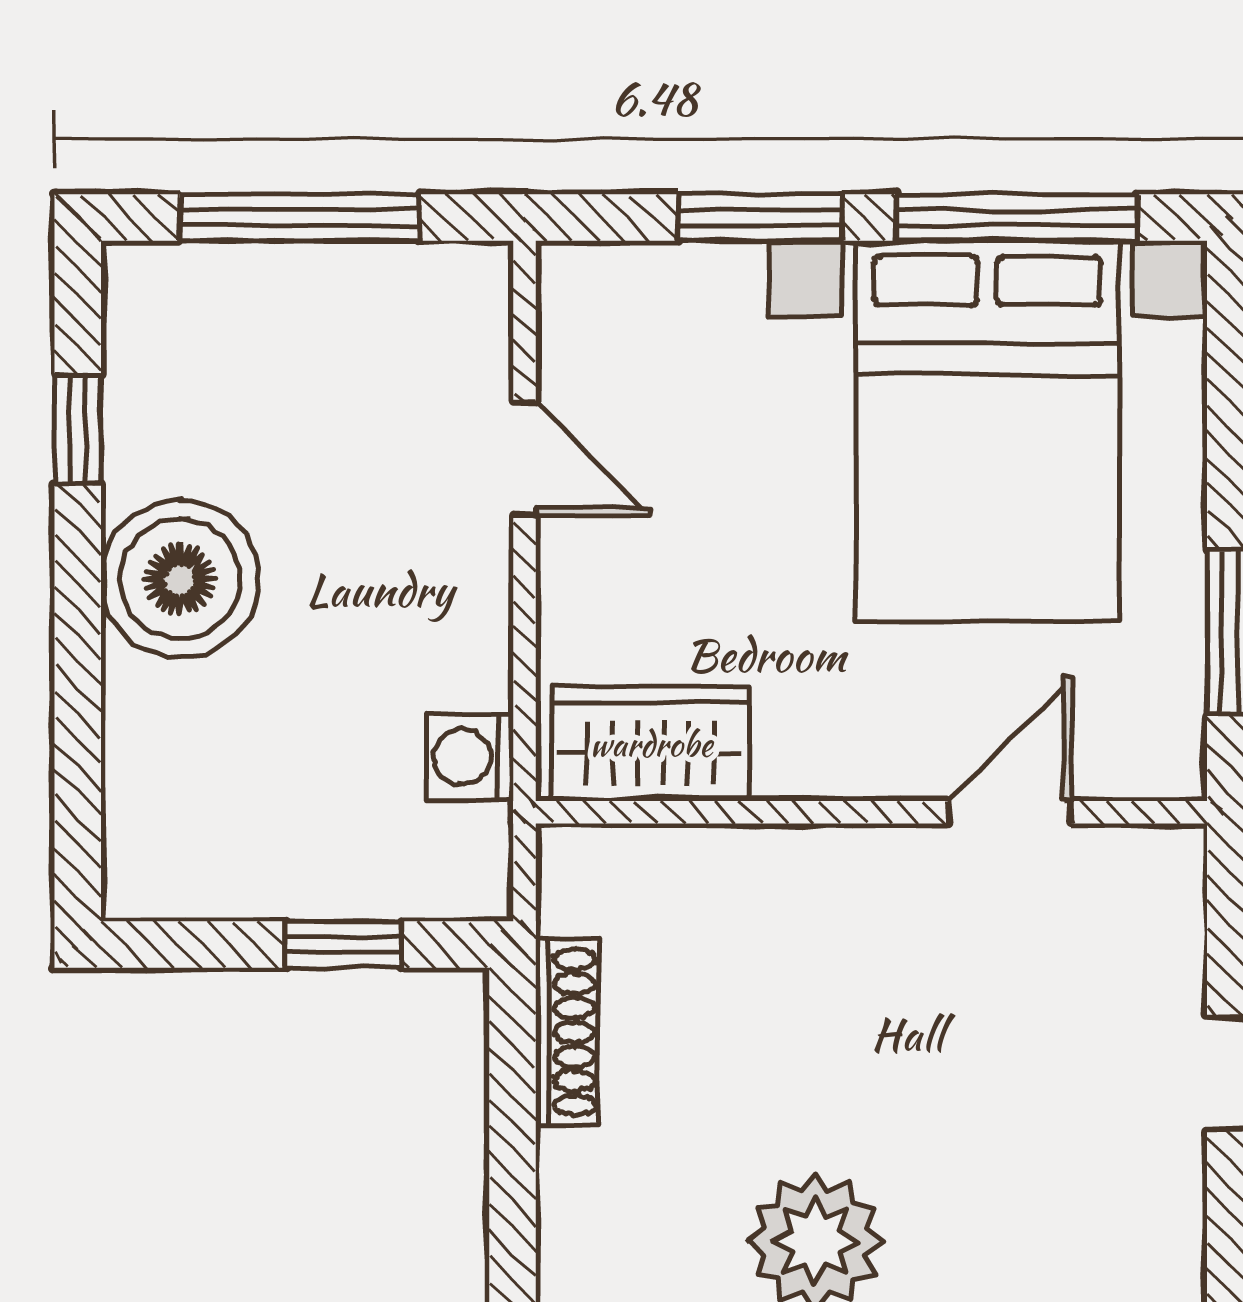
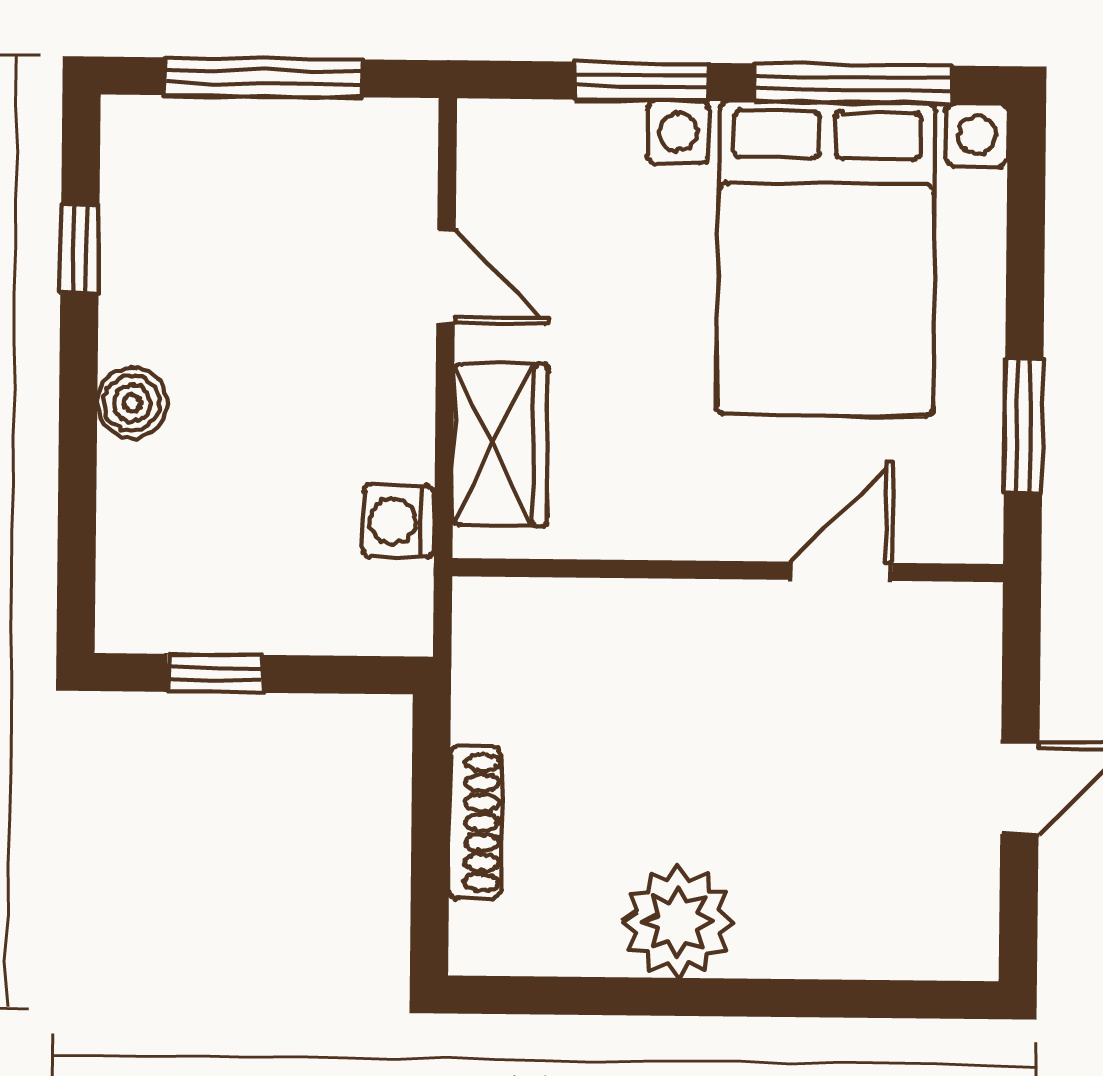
boiler: (180, 579) -> (132, 403), width x0.54, depth x0.54
wardrobe: (651, 744) -> (500, 445), moved, turned 90
window: (343, 944) -> (215, 673), moved
shoe rack: (567, 1032) -> (475, 823), moved

